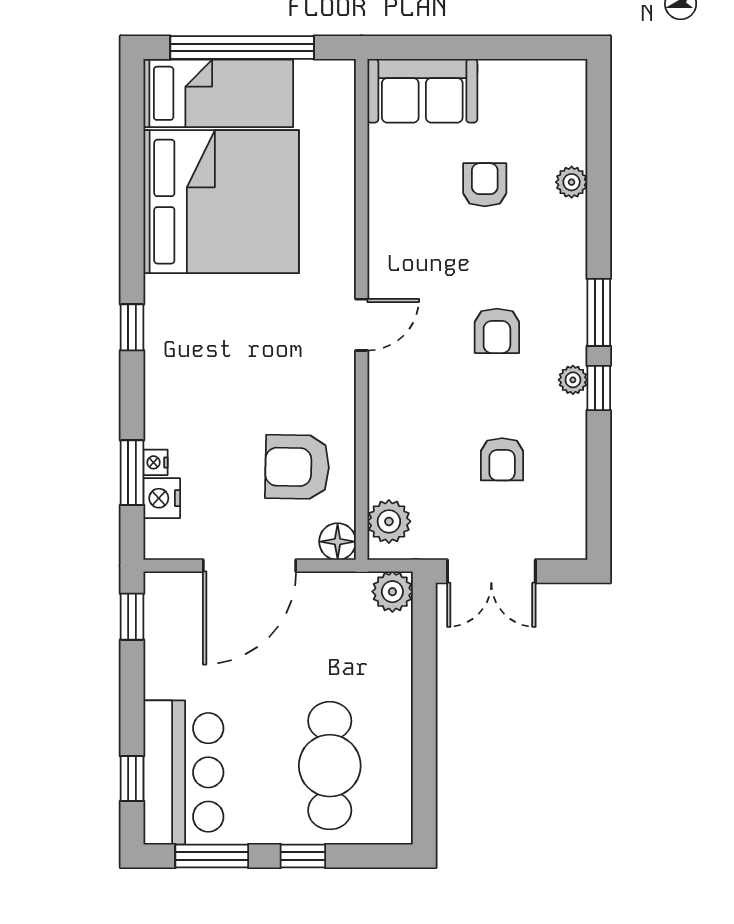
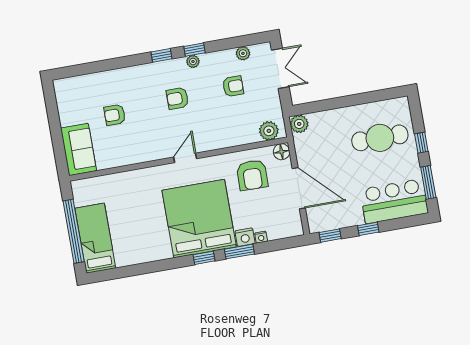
plant: (572, 182) -> (243, 53), moved
bed: (221, 202) -> (199, 219), moved
window: (599, 312) -> (162, 55), width x0.67
door: (362, 325) -> (185, 158), hinge flipped
armchair: (497, 331) -> (177, 98), turned 180
window: (132, 473) -> (239, 252), moved
nightstand: (162, 498) -> (245, 237), moved
double door: (491, 571) -> (280, 68), moved
window: (132, 778) -> (368, 229), moved

